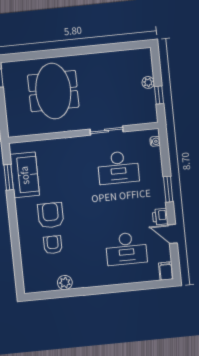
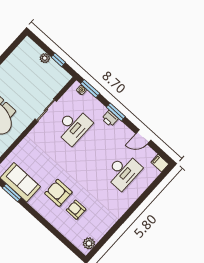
window: (164, 147) -> (90, 89), added
printer: (160, 217) -> (110, 119), moved
plant: (65, 283) -> (89, 243), moved

